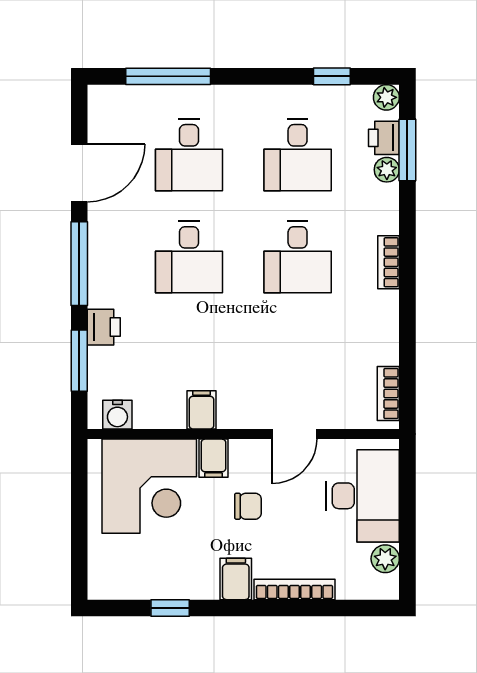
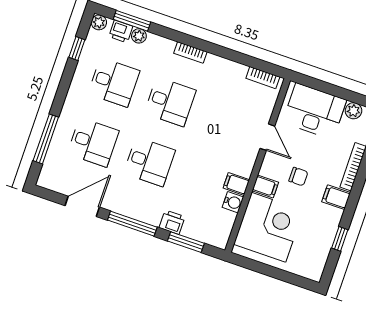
door: (79, 173) -> (82, 206), hinge flipped
water cooler: (117, 415) -> (233, 202), moved
chair: (248, 506) -> (298, 177), turned 90

